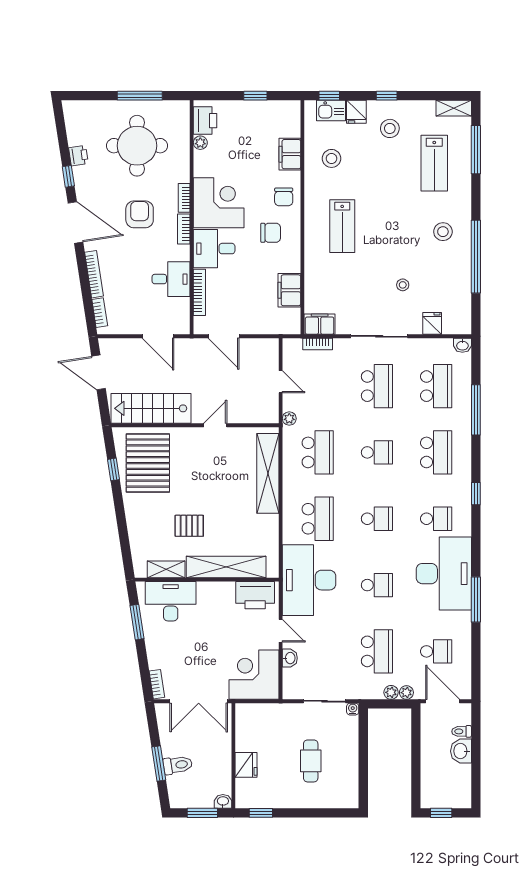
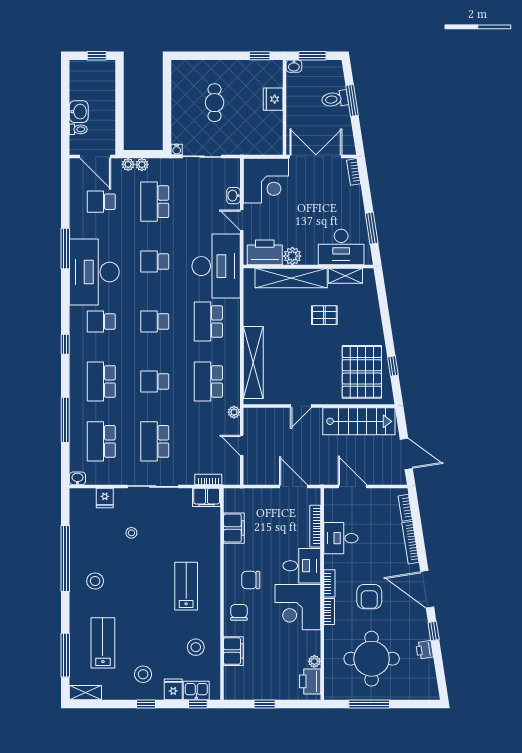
plant: (225, 591) -> (292, 256), added

